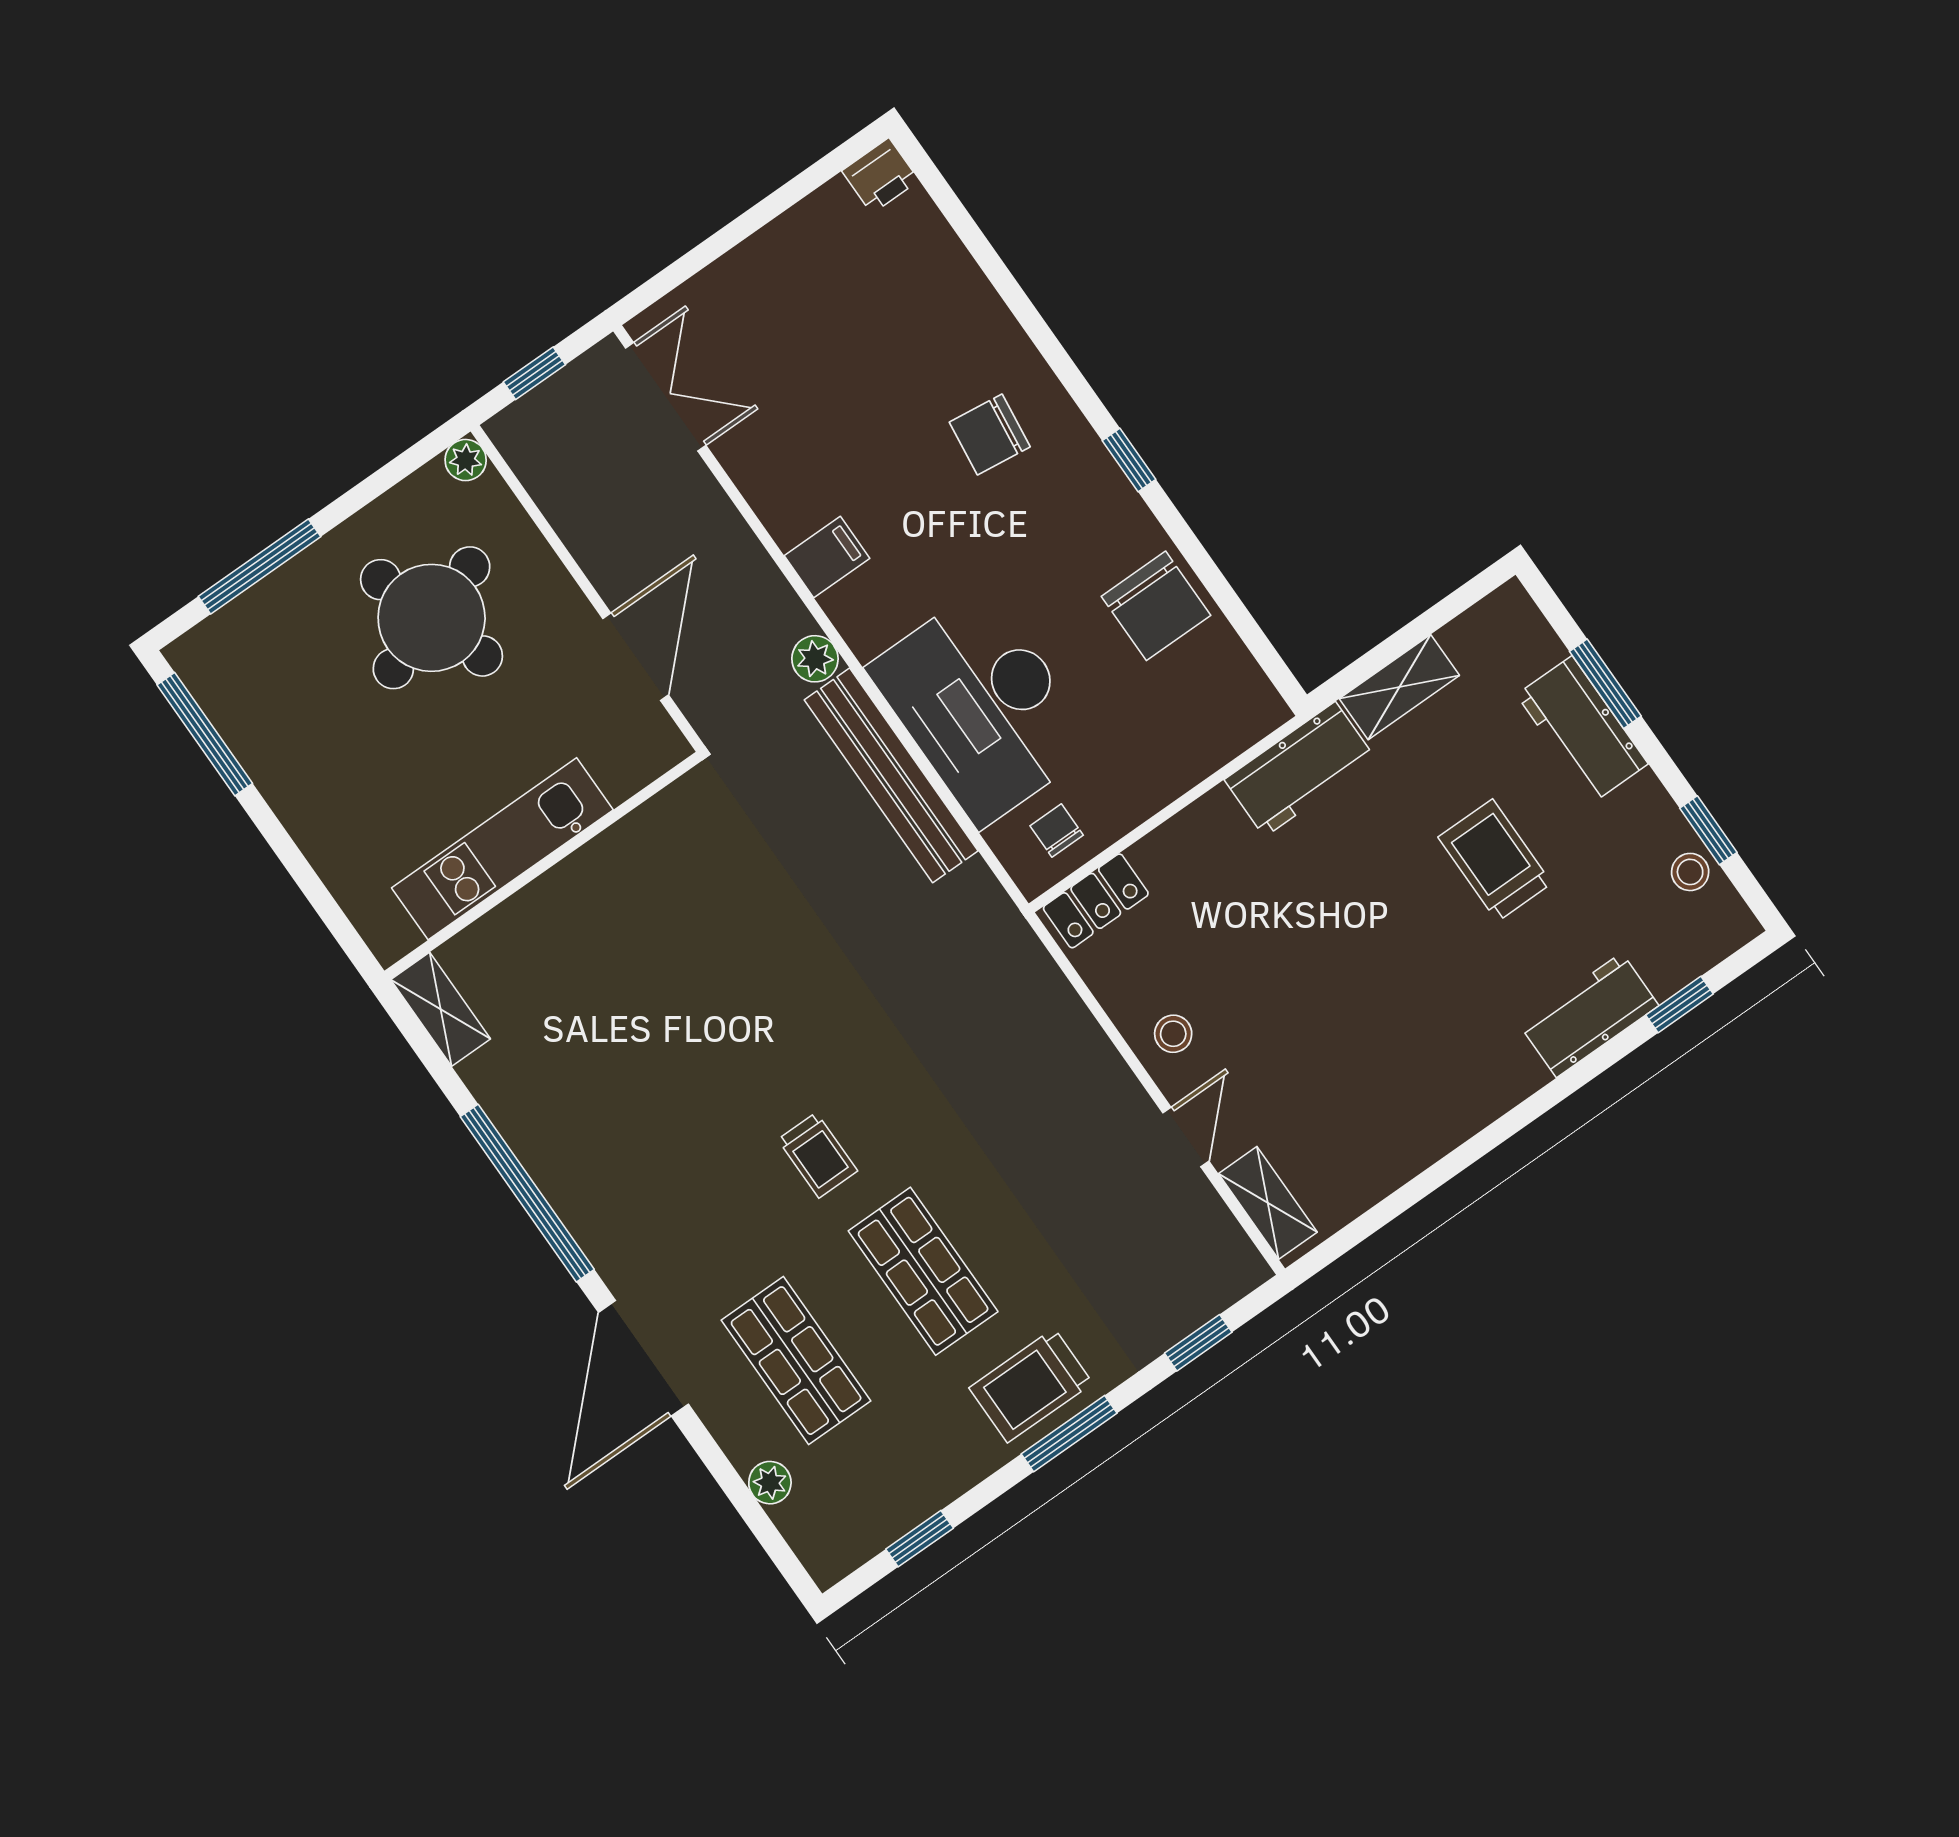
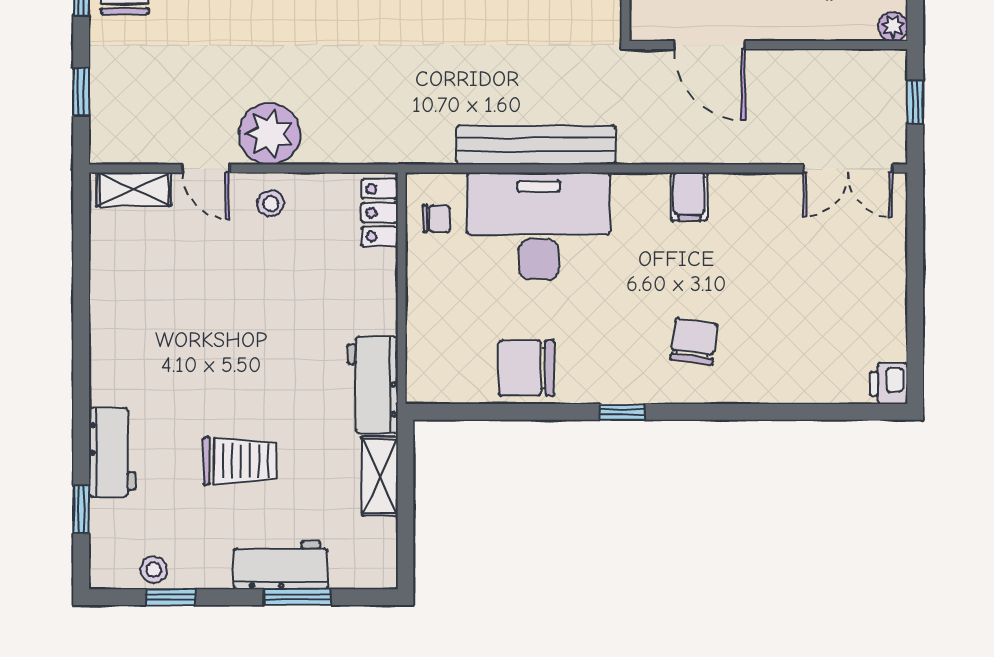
plant: (815, 659) -> (270, 134), moved, width x1.87, depth x1.87

